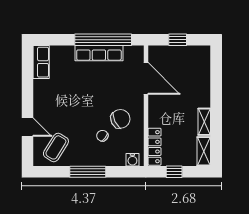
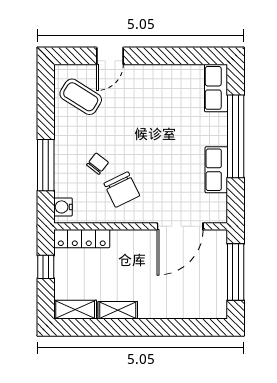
window: (103, 40) -> (236, 136), moved
window: (178, 40) -> (236, 272), width x2.17
row of seats: (99, 53) -> (216, 170), width x0.68
row of seats: (41, 62) -> (216, 88), moved, turned 90
window: (88, 172) -> (46, 165), moved

